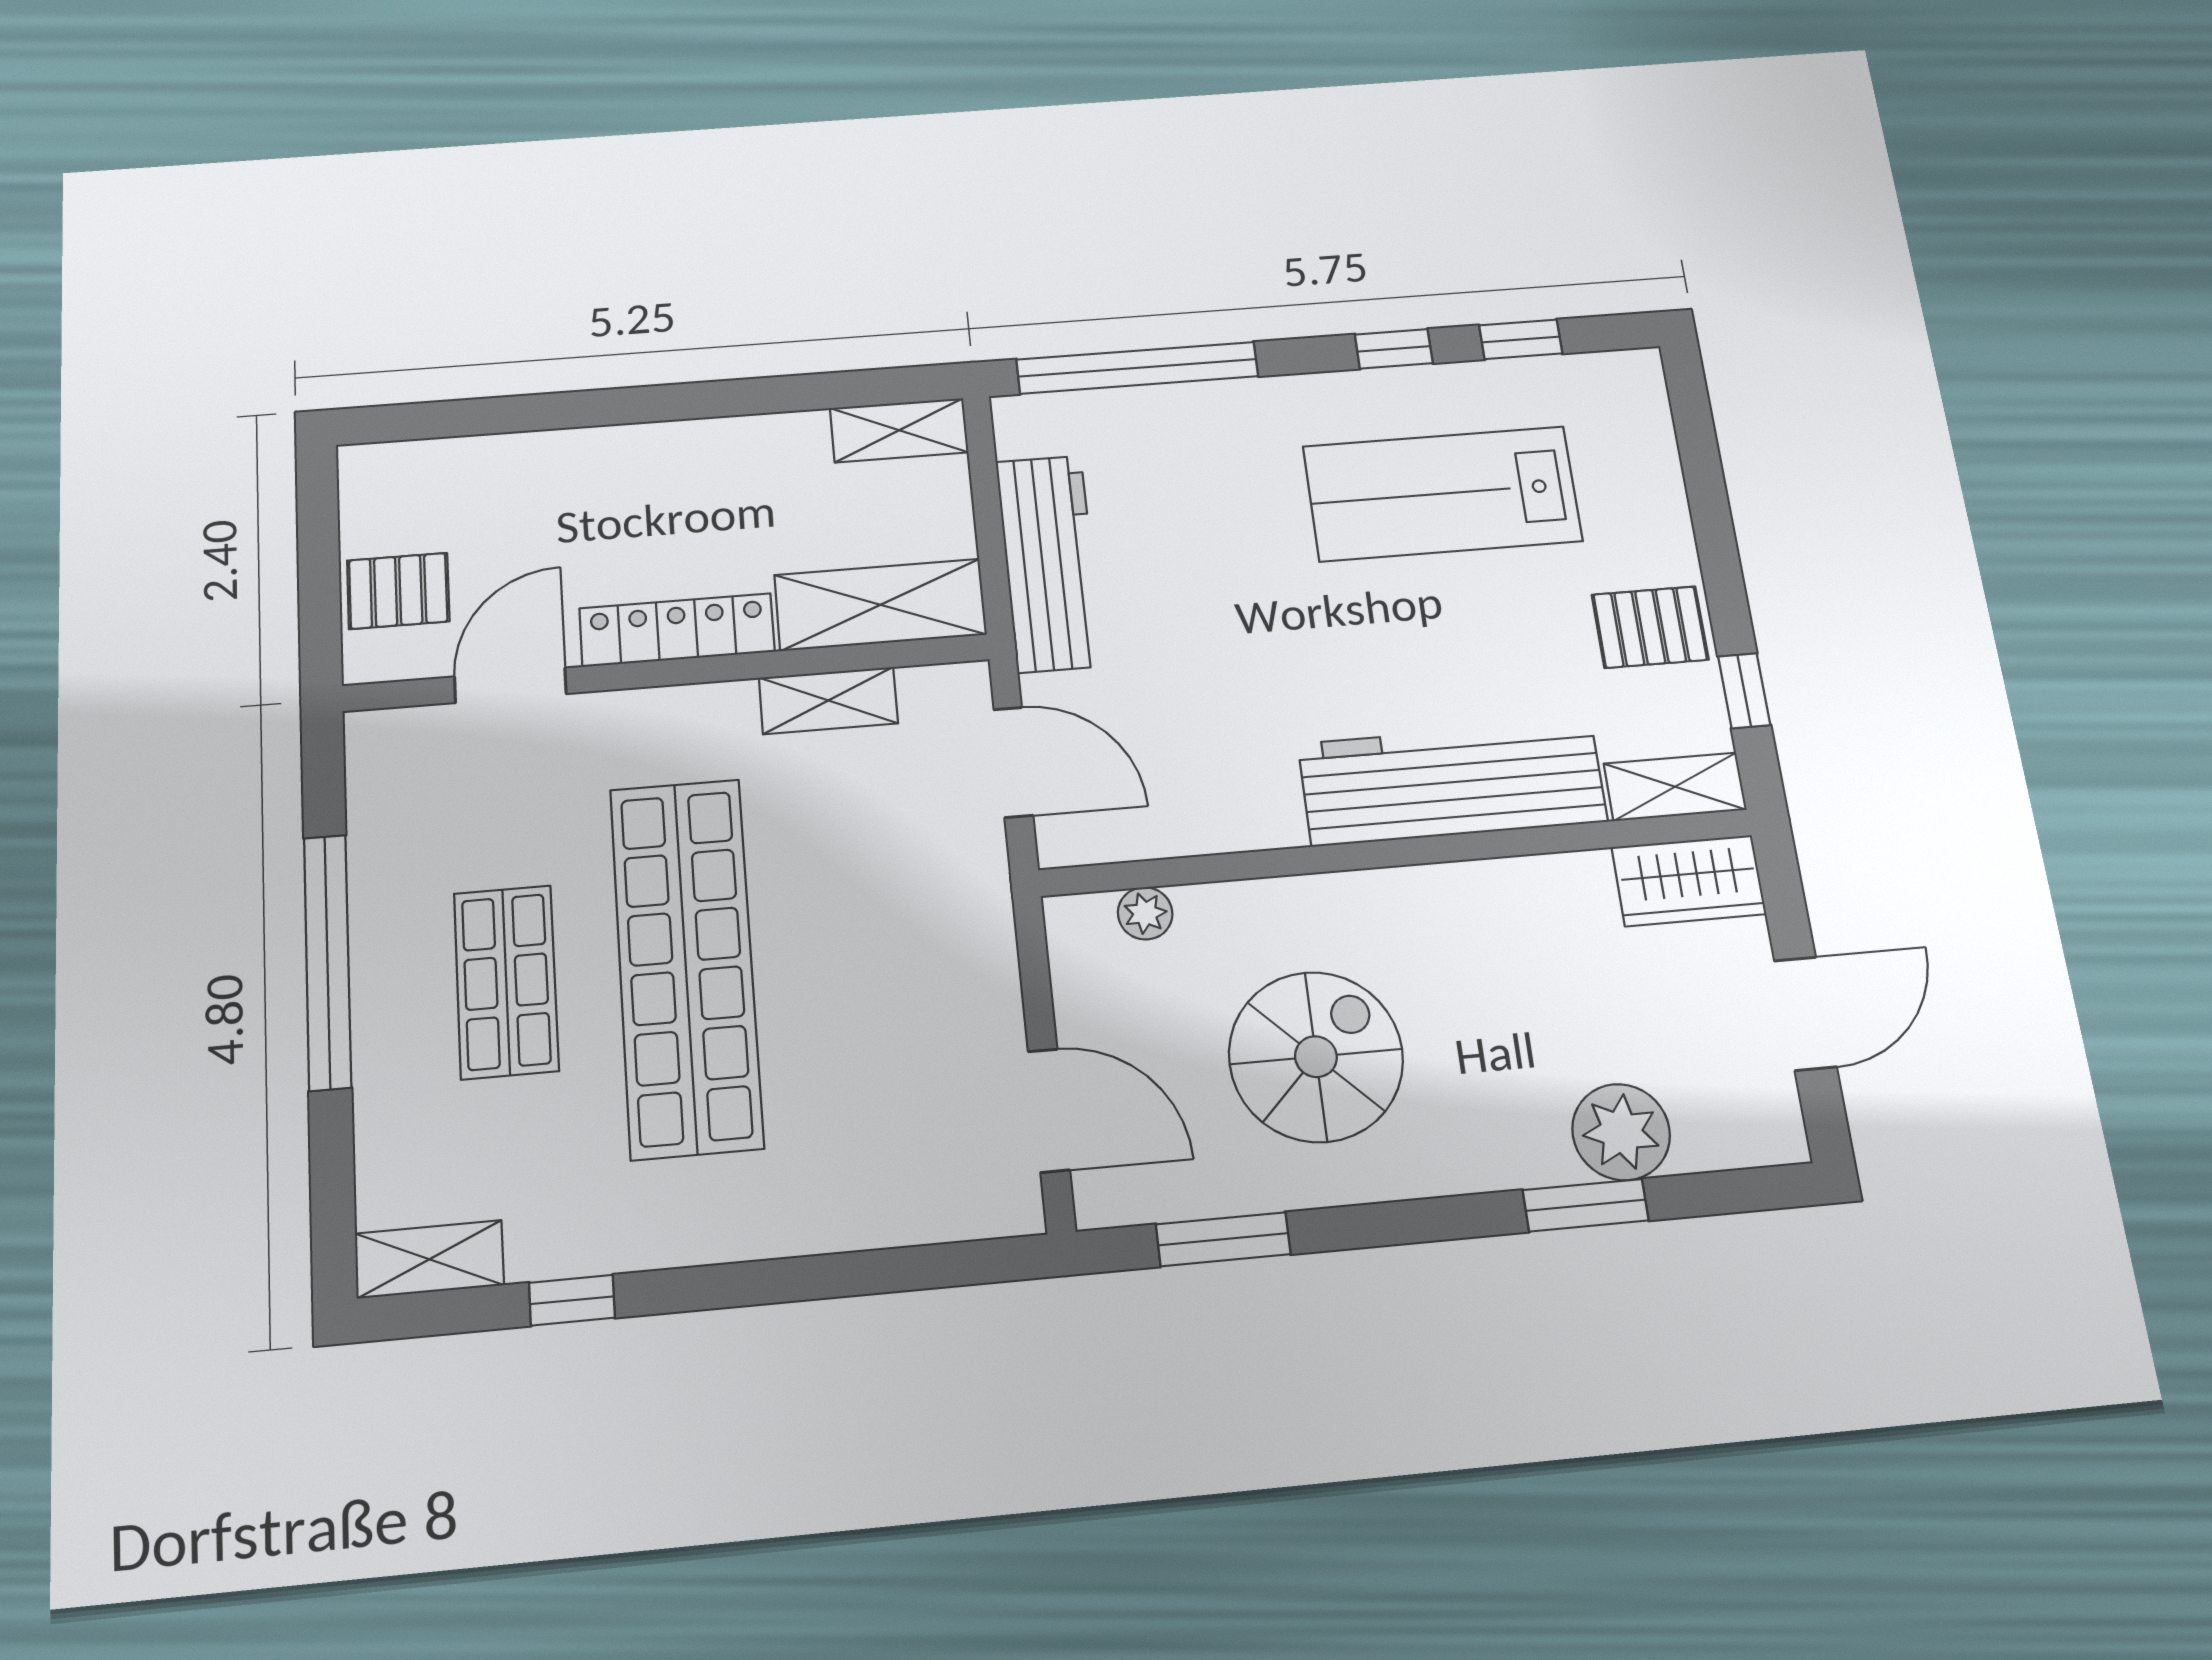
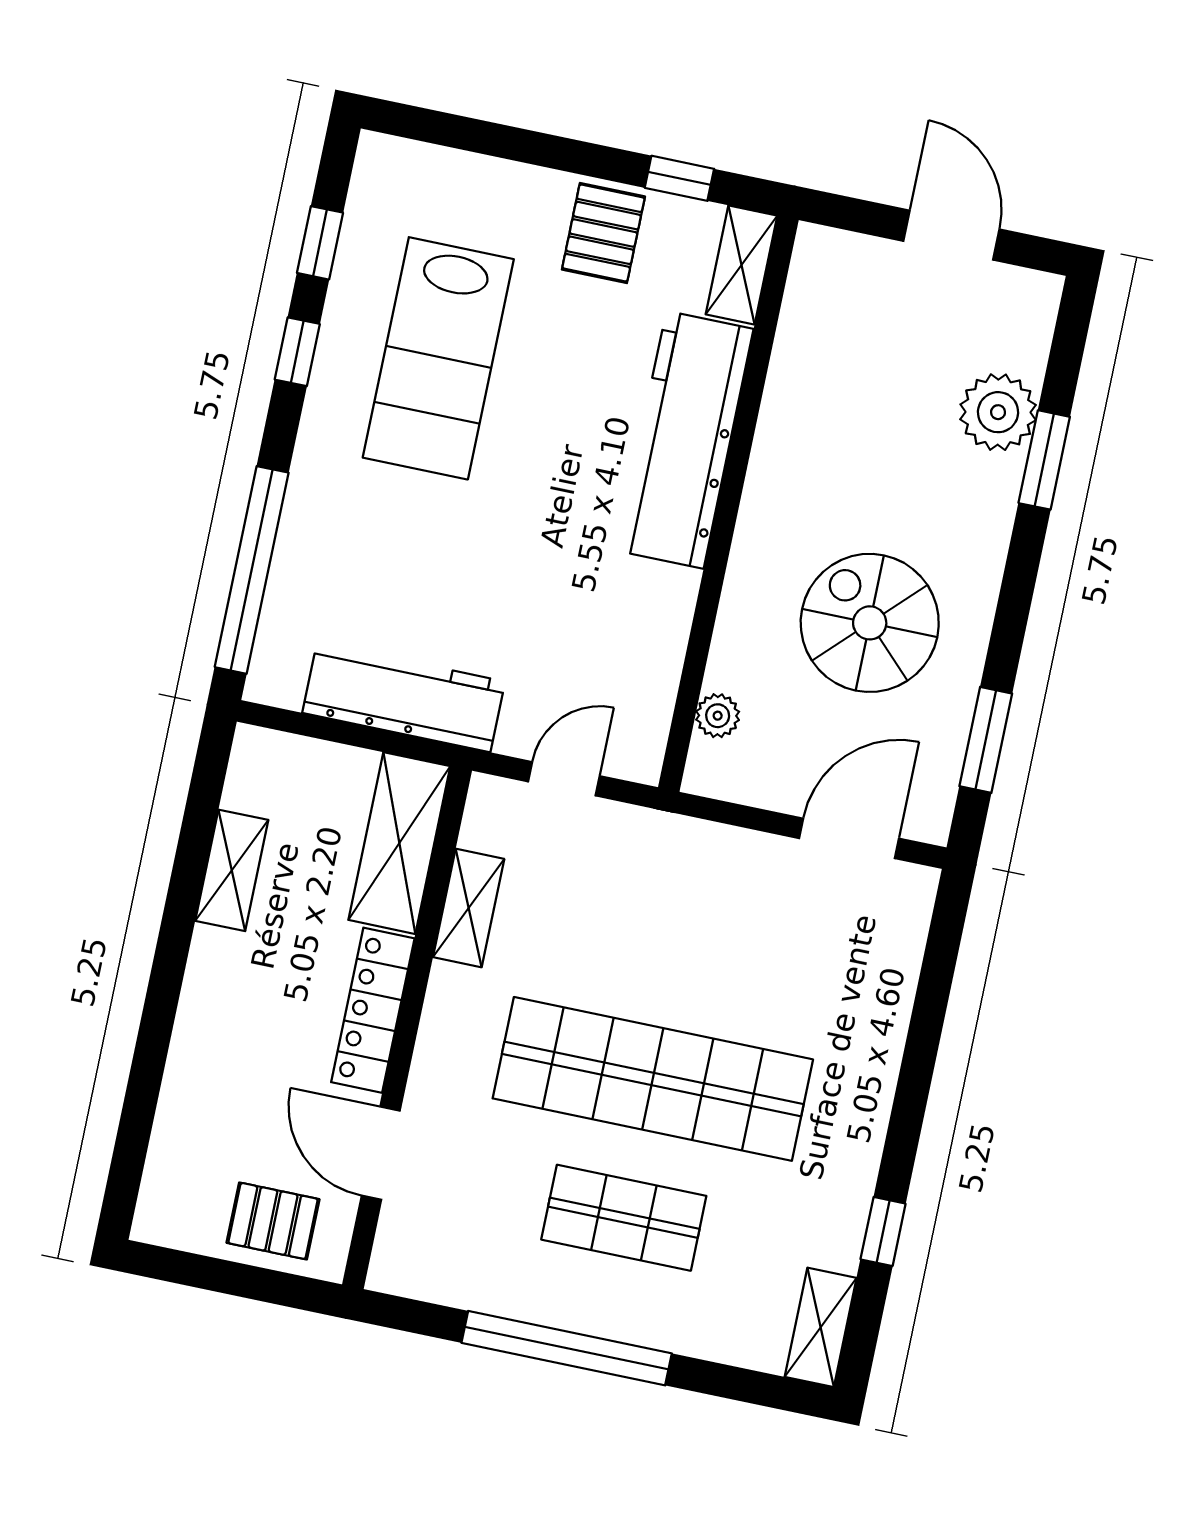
shelving: (899, 430) -> (232, 870), moved
pallet: (398, 591) -> (273, 1221), turned 90
door: (1013, 762) -> (564, 779), width x0.73
wardrobe: (1689, 881) -> (820, 284), removed

